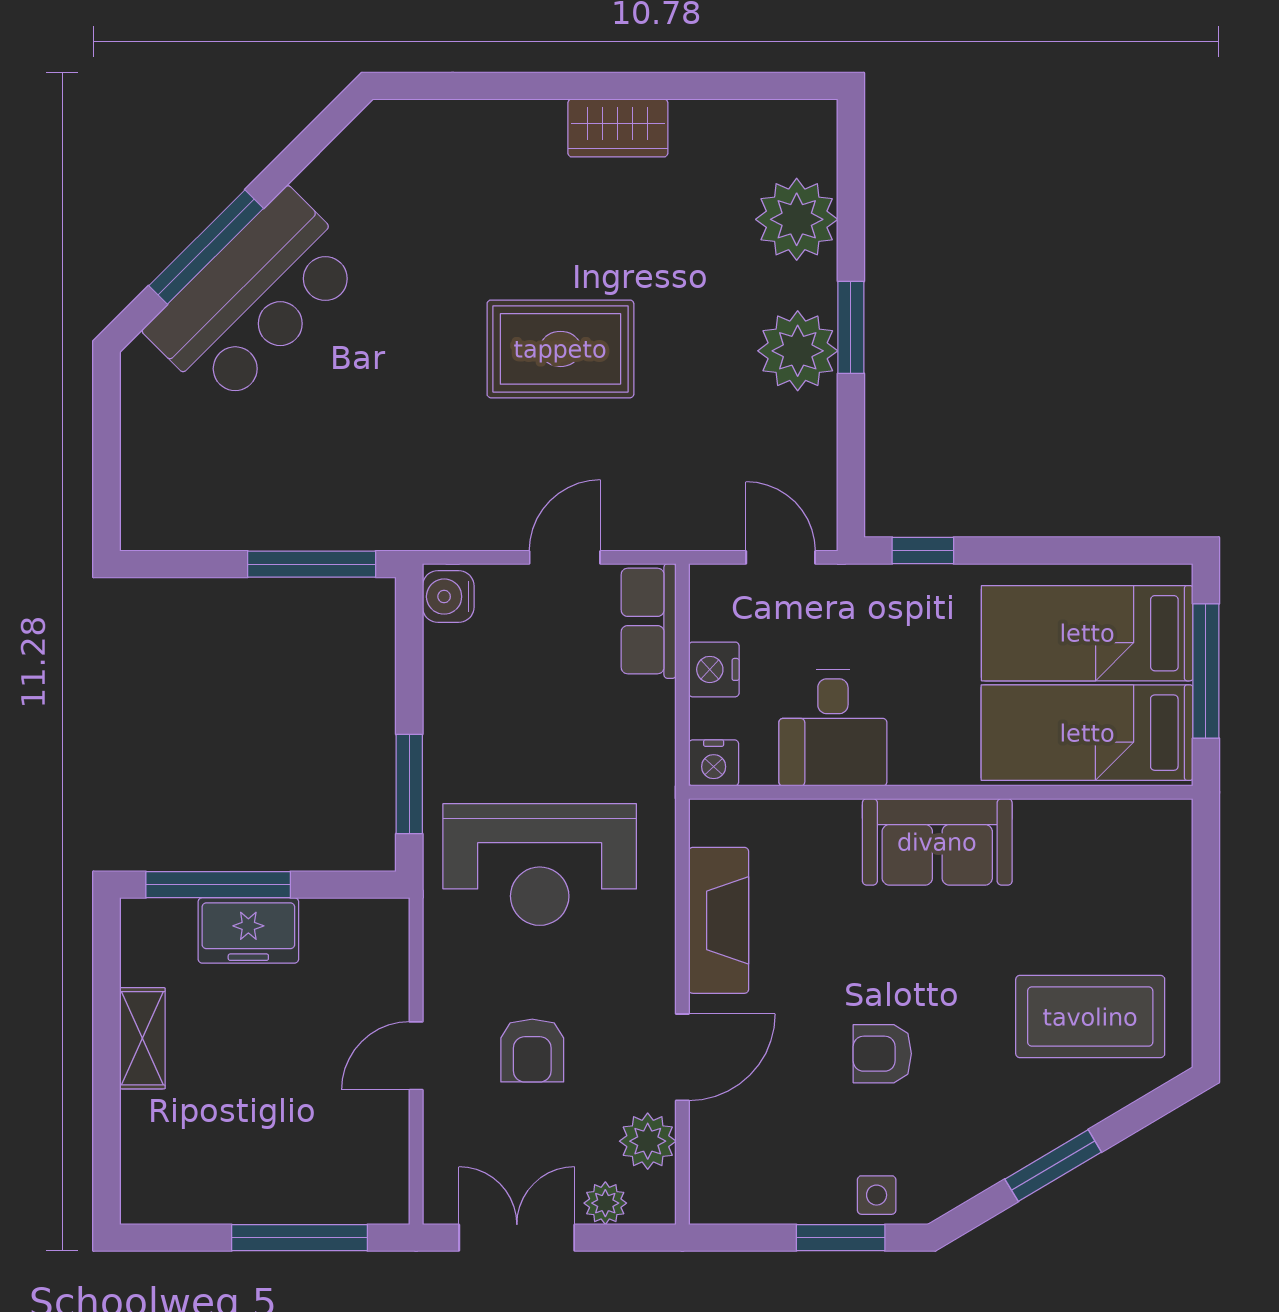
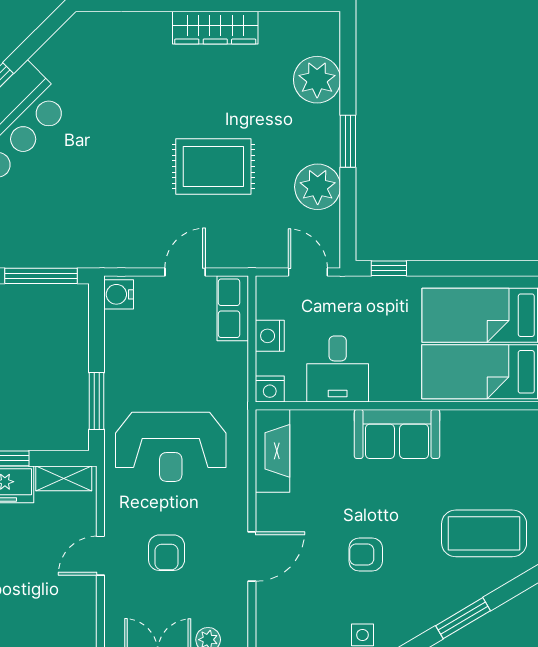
wardrobe: (618, 128) -> (215, 28), width x1.50
rug: (560, 349) -> (213, 166), moved
plant: (798, 351) -> (318, 187), moved
shelving: (352, 920) -> (64, 478), added
fireplace: (719, 920) -> (273, 451), moved
plant: (648, 1141) -> (232, 604), removed

